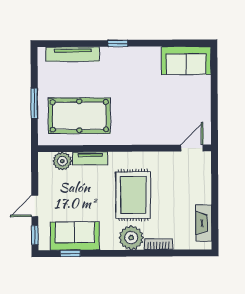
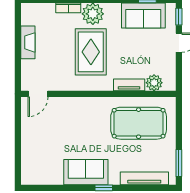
sofa: (186, 60) -> (86, 172), moved
window: (34, 103) -> (179, 163), moved
fireplace: (204, 223) -> (28, 42), moved

